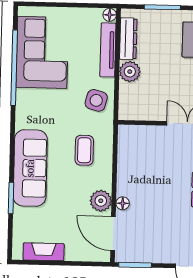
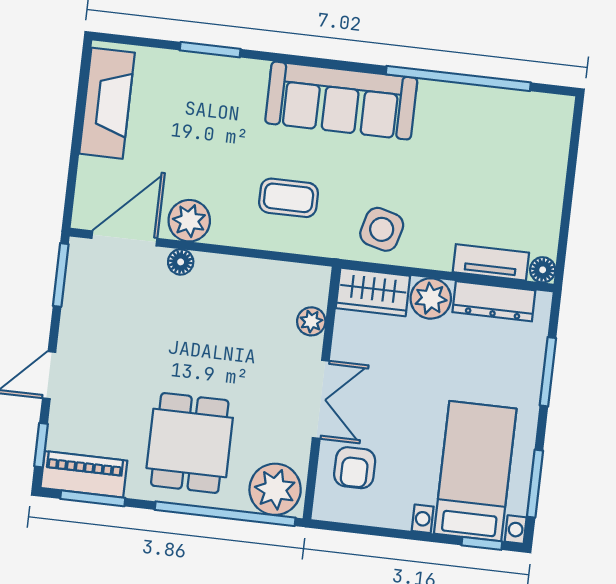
tv unit: (108, 50) -> (491, 262), width x0.71
corner sofa: (42, 52) -> (483, 134), removed
wardrobe: (129, 102) -> (373, 292), added
plant: (147, 133) -> (311, 321), added
sofa: (30, 168) -> (341, 101), moved
fireplace: (44, 252) -> (107, 103), width x1.37, depth x1.32

